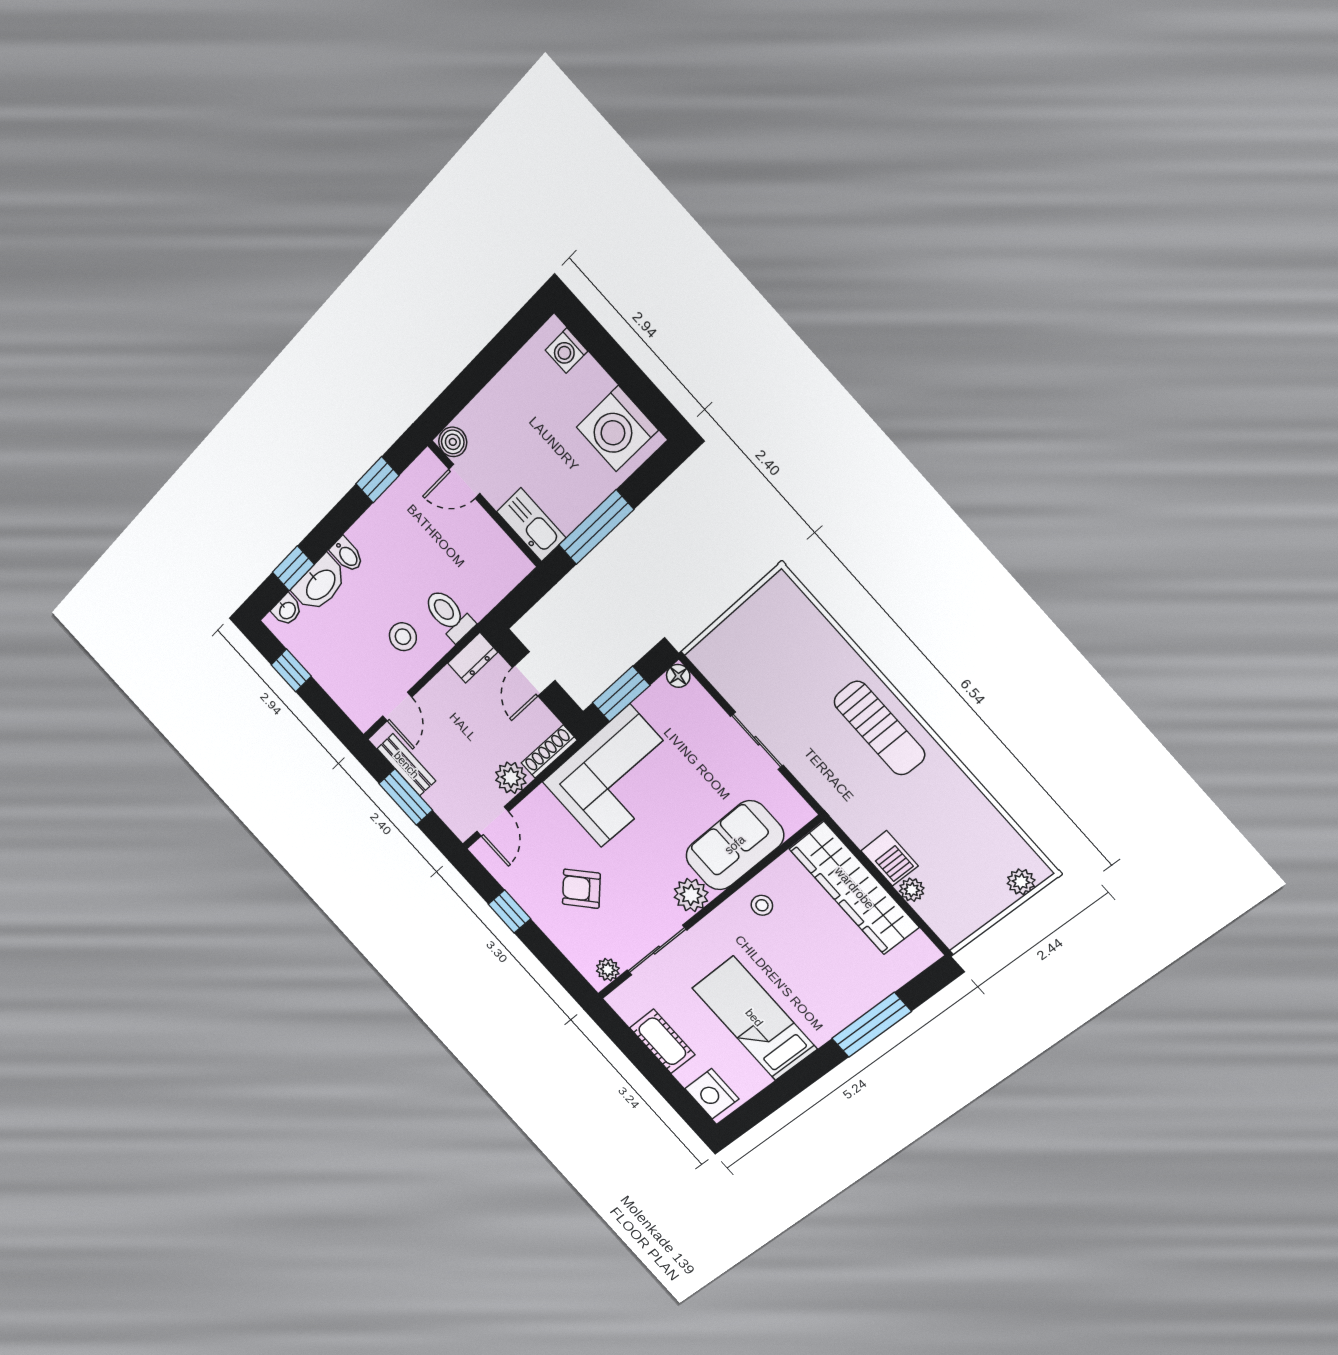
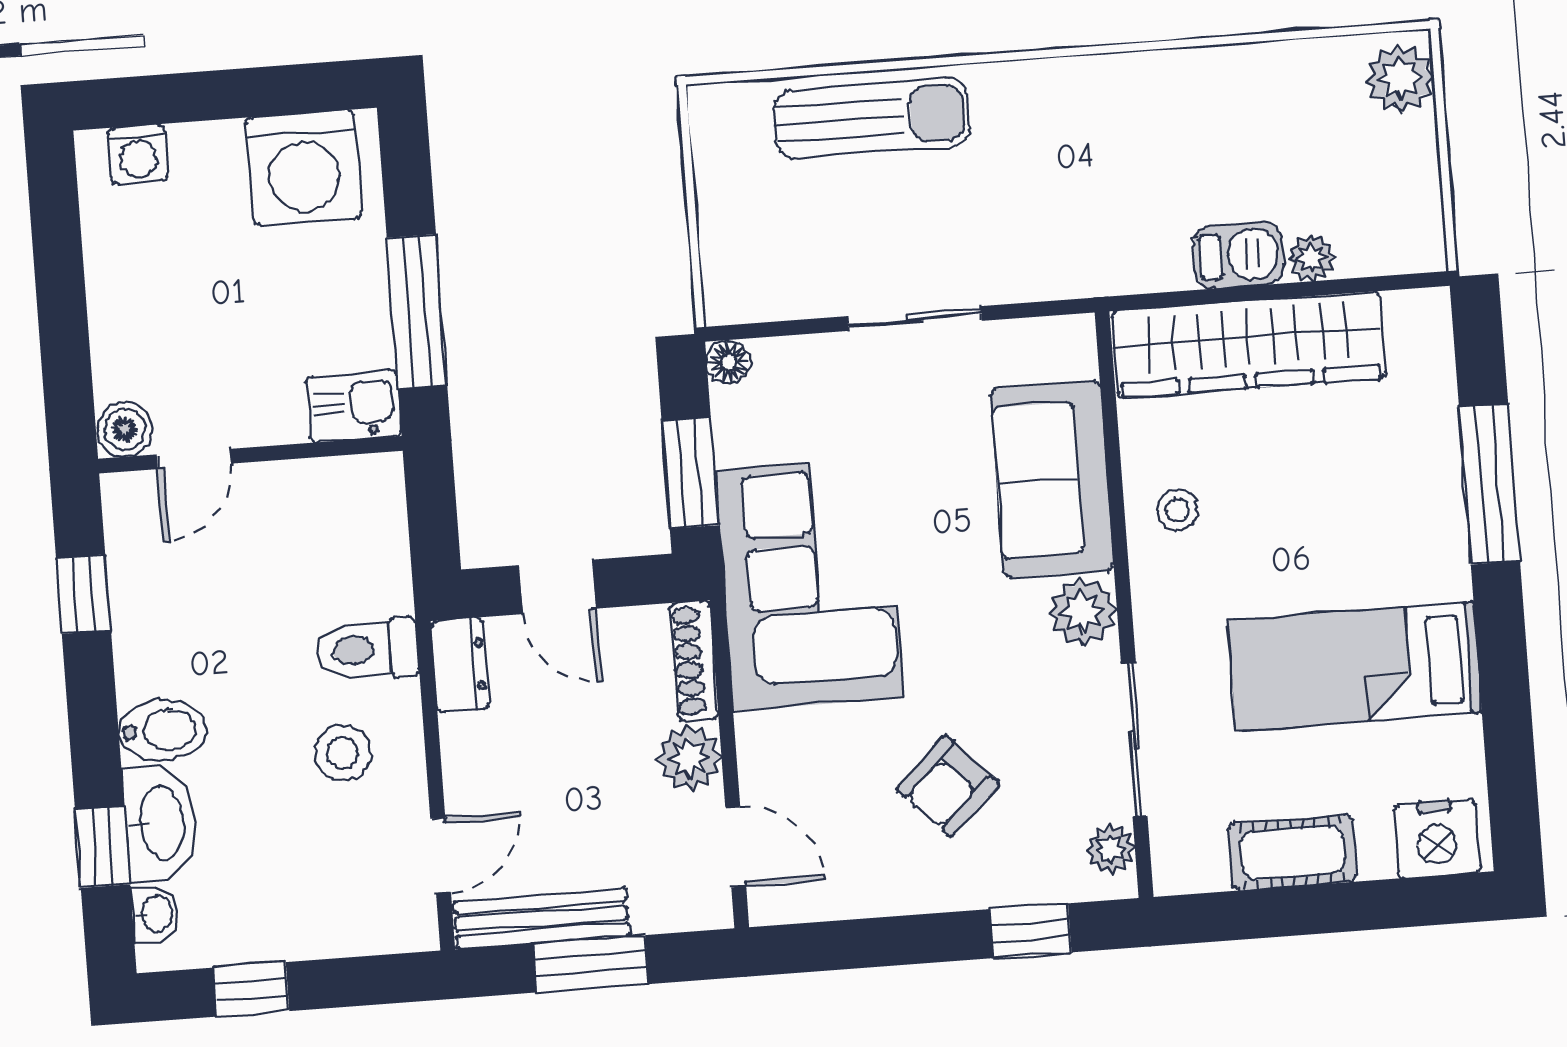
kitchen sink: (531, 525) -> (354, 406), width x0.73
bidet: (347, 555) -> (163, 730), width x1.38, depth x1.36
door: (397, 707) -> (441, 855), hinge flipped
sun lounger: (879, 728) -> (872, 118), moved
bench: (406, 765) -> (542, 919), width x1.36
plant: (1021, 882) -> (1400, 78), width x1.38, depth x1.38
window: (509, 911) -> (1030, 931), moved

